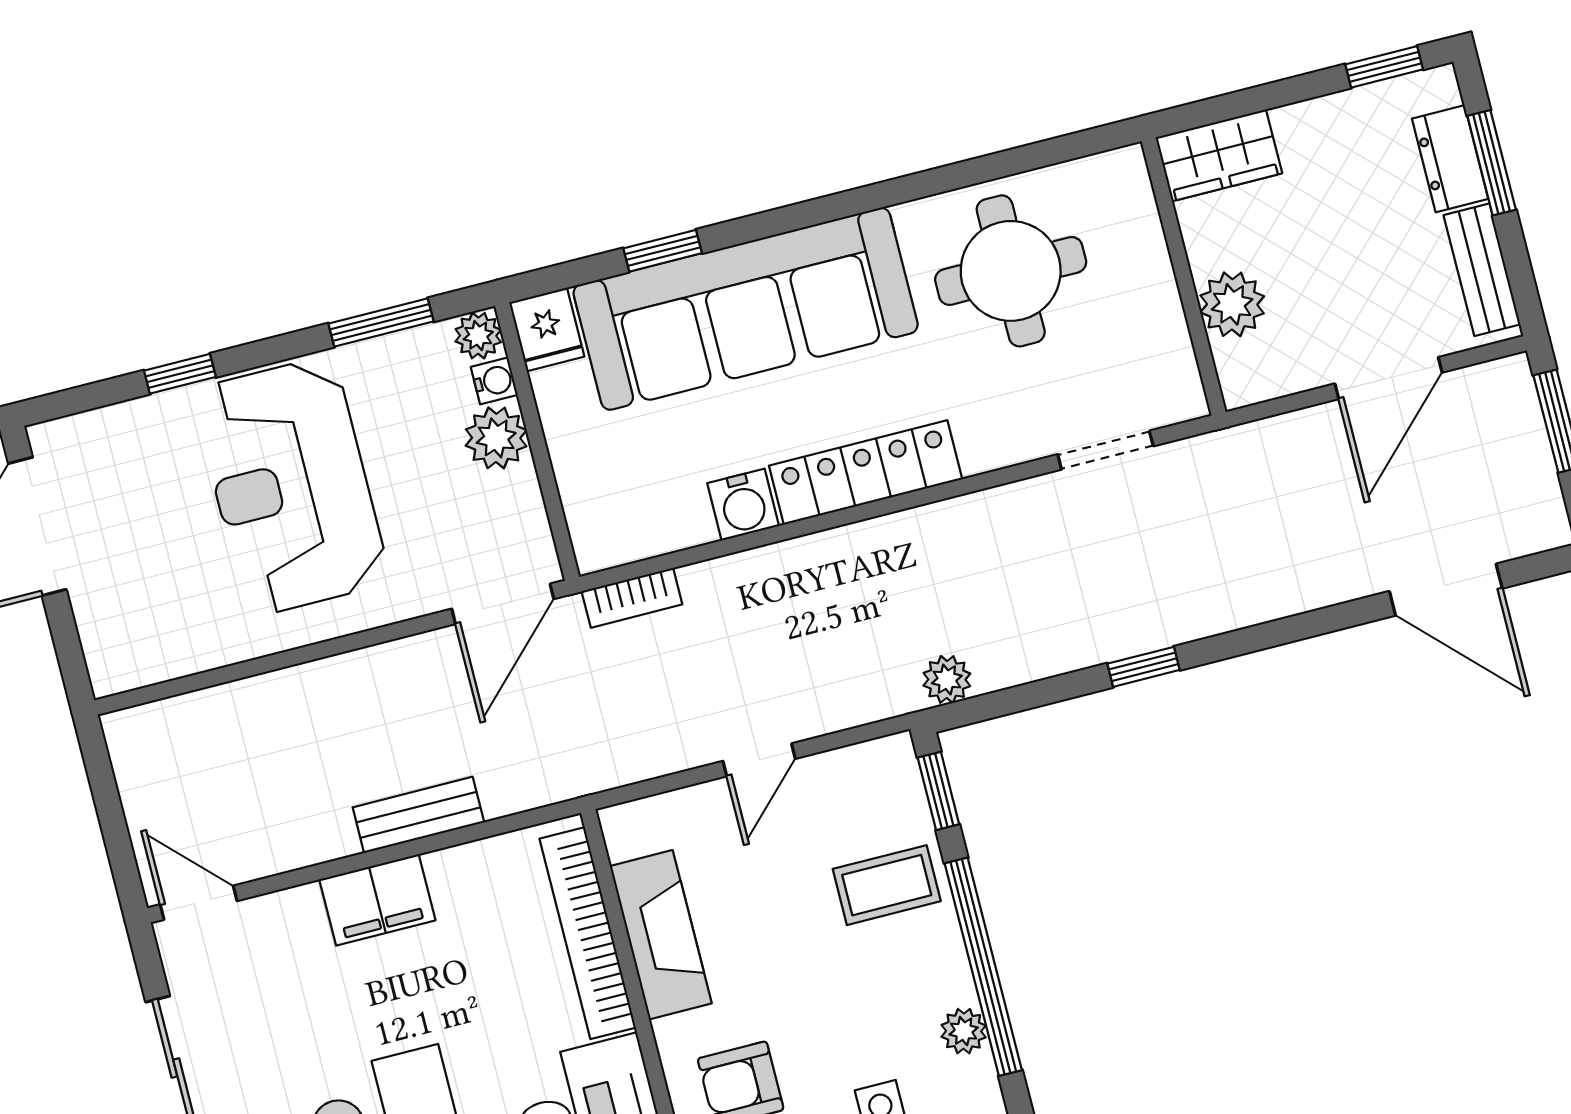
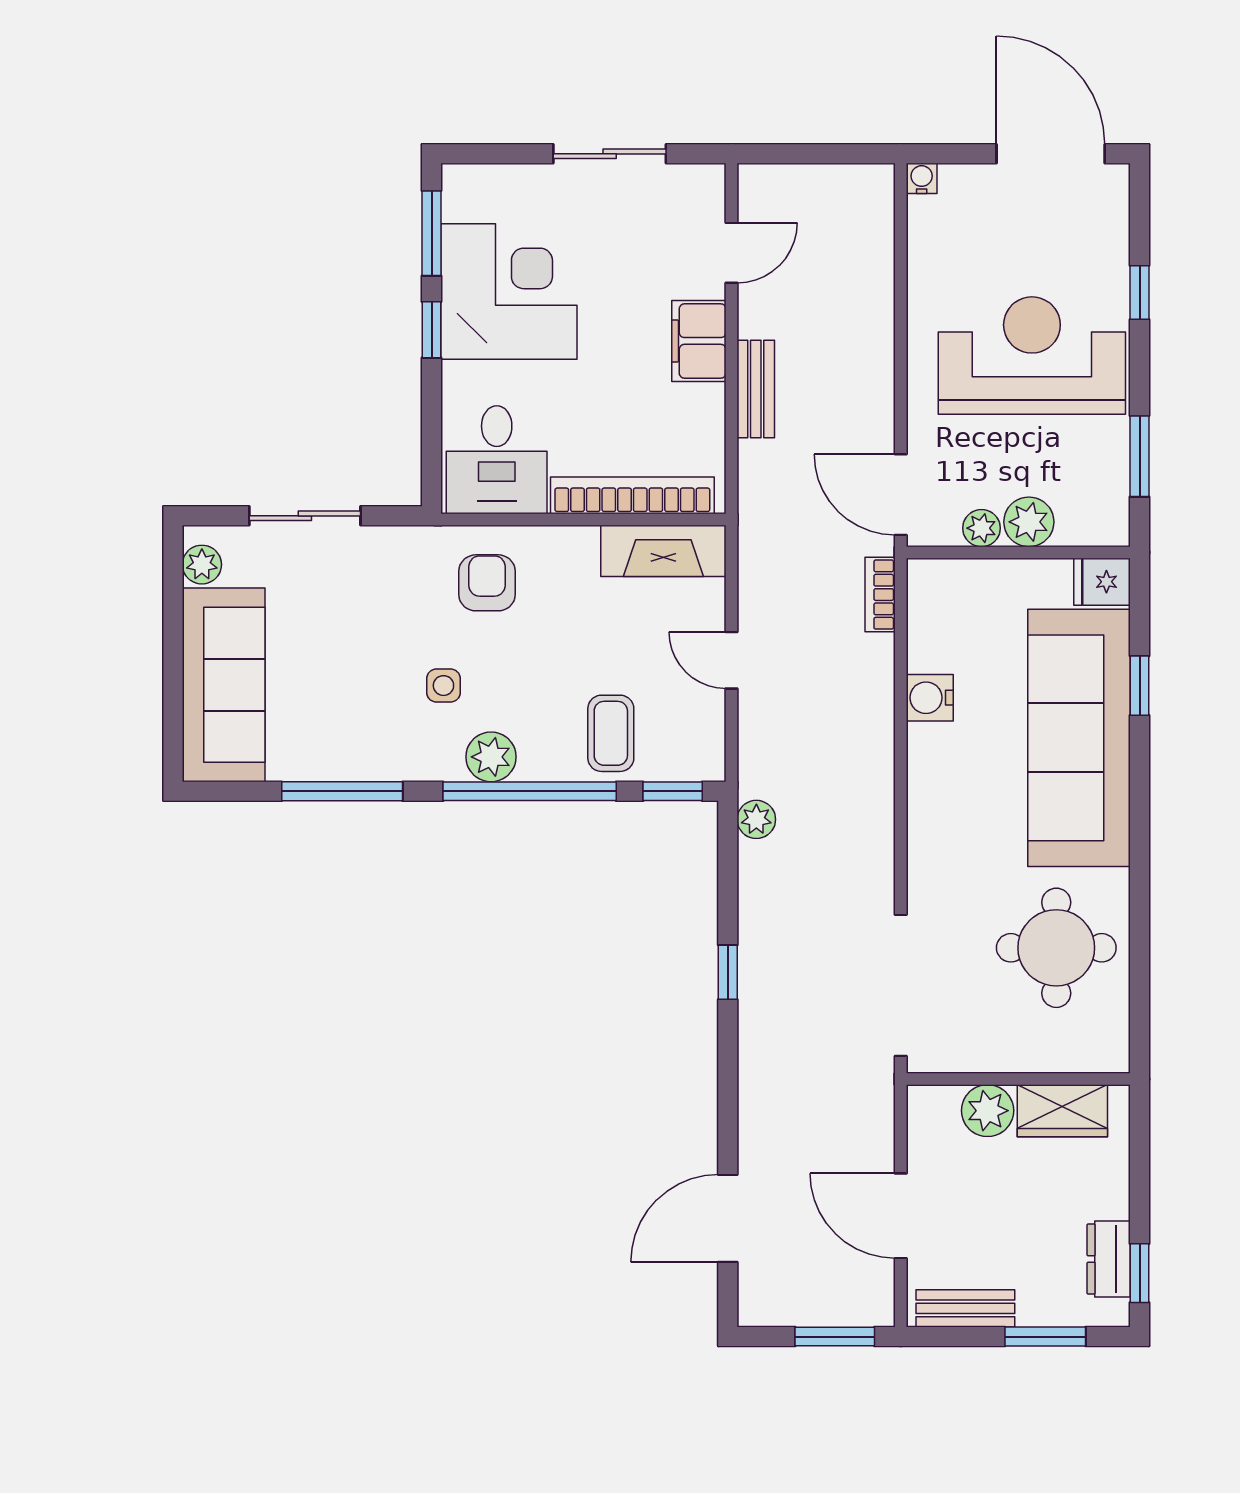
wardrobe: (1219, 155) -> (1062, 1111), moved, turned -90
dresser: (1450, 159) -> (1109, 1259), moved, turned -90
plant: (478, 336) -> (981, 528), moved
water cooler: (494, 381) -> (922, 178), moved, turned 180
doorway: (1105, 450) -> (901, 985), width x1.88
locker: (866, 472) -> (930, 798), removed
door: (199, 903) -> (731, 253), moved
fireplace: (661, 935) -> (663, 551), moved
plant: (964, 1031) -> (491, 757), width x1.38, depth x1.38

